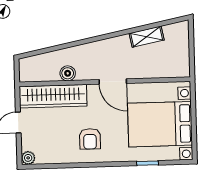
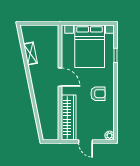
boiler: (68, 73) -> (53, 107), removed
door: (113, 82) -> (60, 77), hinge flipped

